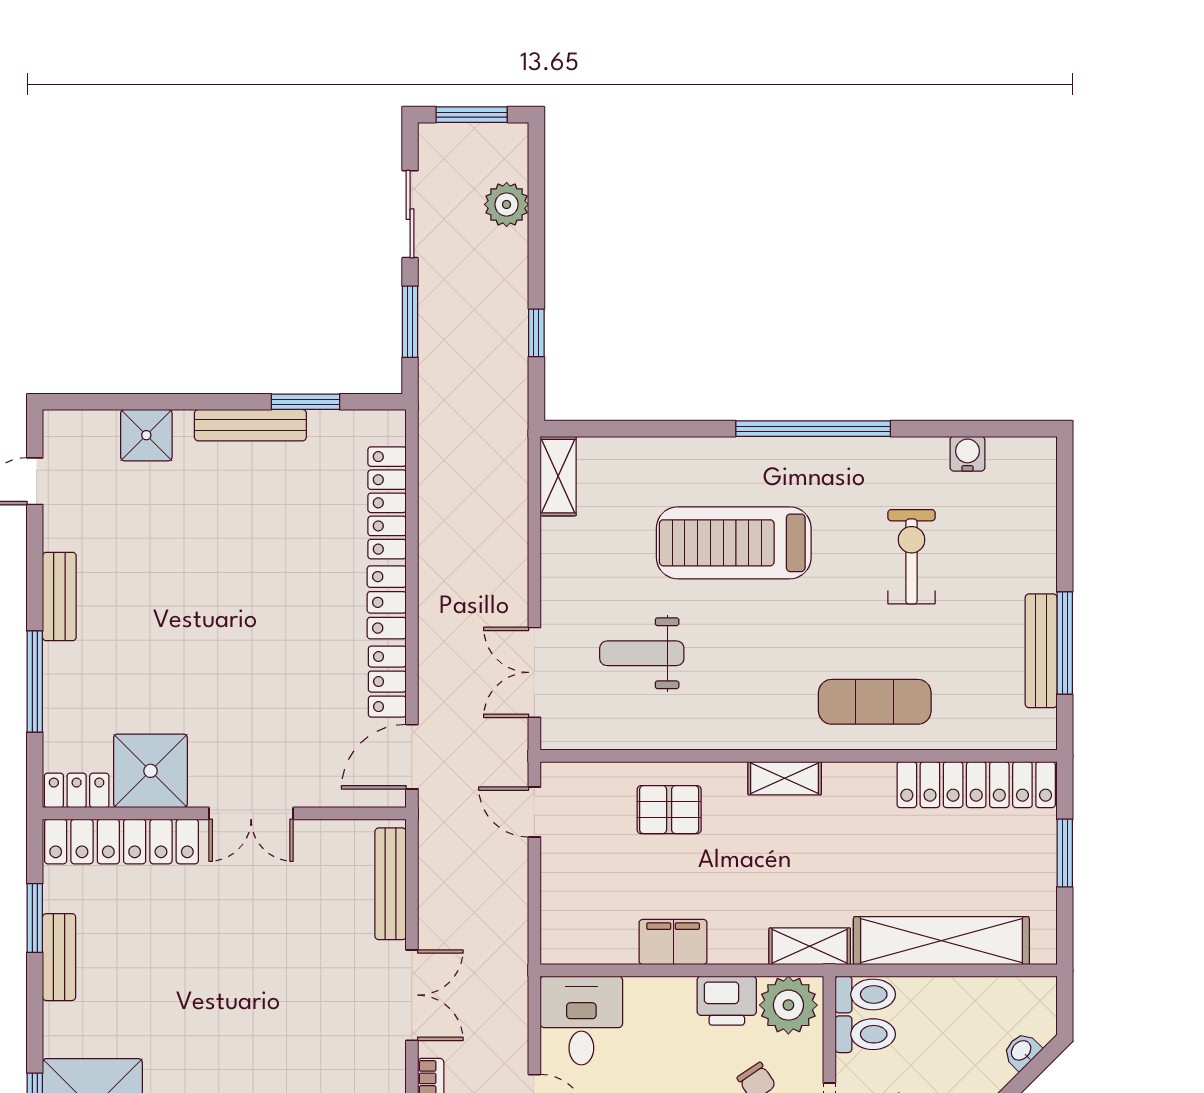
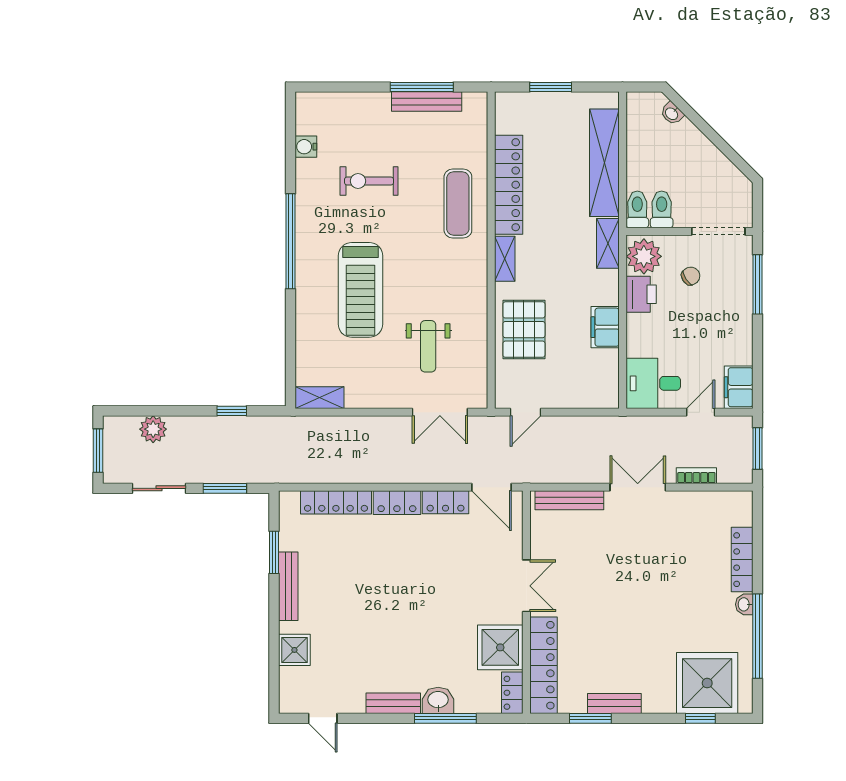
washbasin: (64, 669) -> (438, 700), added
locker: (976, 785) -> (509, 185), moved
pallet: (669, 810) -> (524, 330), width x1.50, depth x1.42

